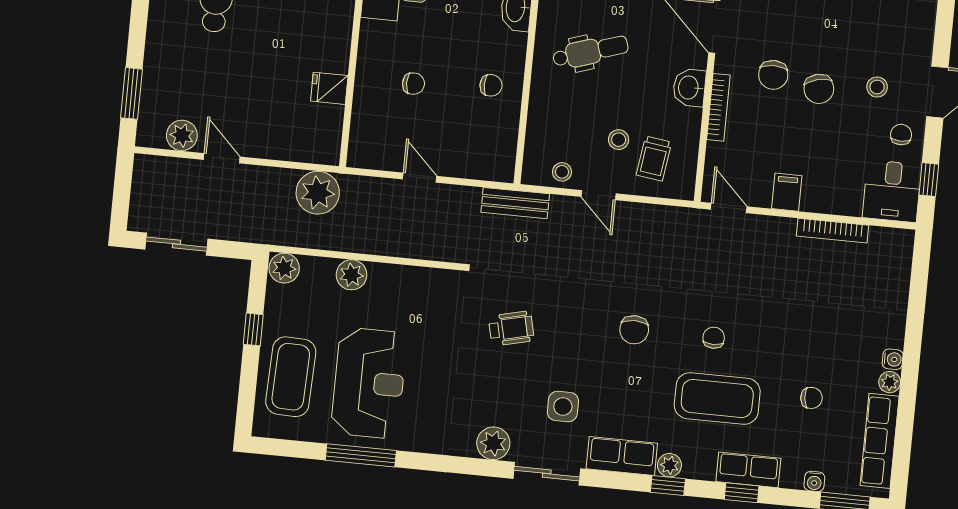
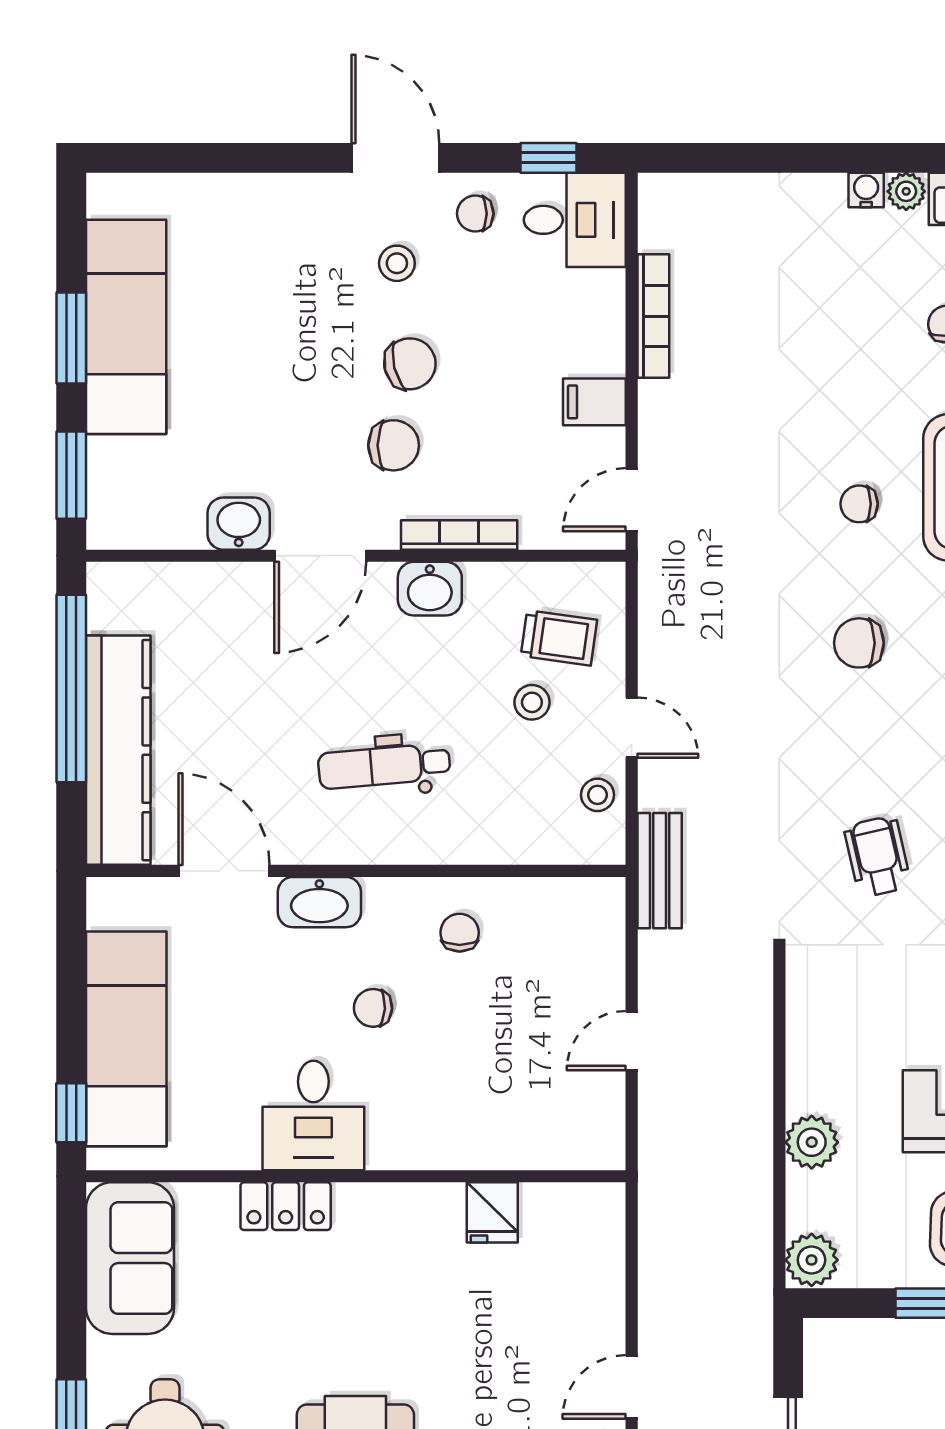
dental chair: (590, 52) -> (384, 766), turned -77
chair: (413, 84) -> (373, 1008), moved, turned -87
plant: (318, 193) -> (675, 1215), removed
door: (598, 195) -> (632, 728), hinge flipped
chair: (634, 330) -> (859, 643), turned 180

